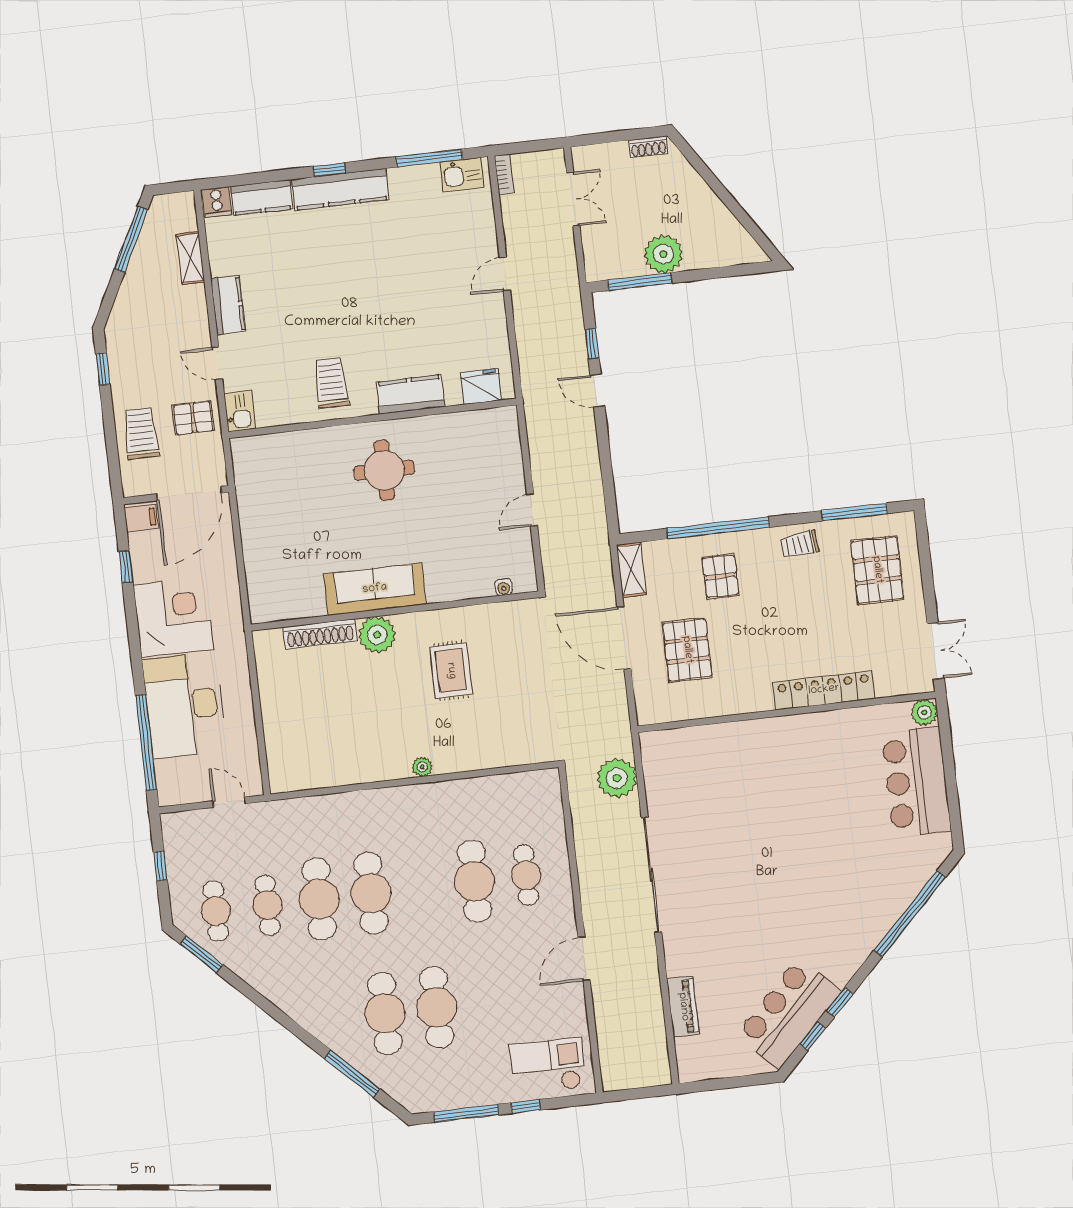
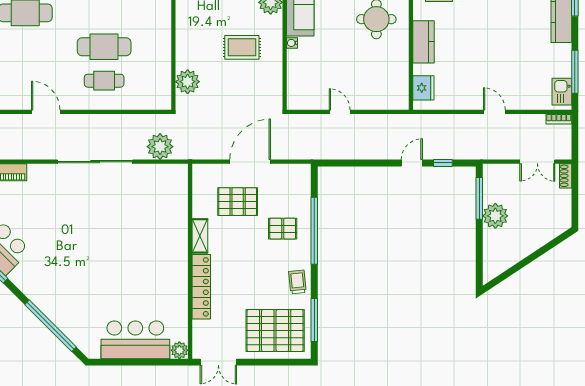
shoe rack: (648, 147) -> (566, 176), moved
shelving: (631, 570) -> (200, 236), moved, turned 90
pallet: (877, 570) -> (275, 330), width x1.37, depth x1.41
water cooler: (504, 587) -> (292, 43), moved
plant: (422, 767) -> (188, 82), moved, width x1.87, depth x1.87

